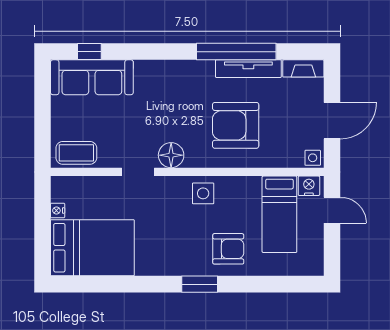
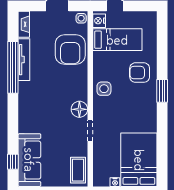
armchair: (236, 125) -> (70, 50), moved
armchair: (228, 249) -> (140, 73), turned -90

